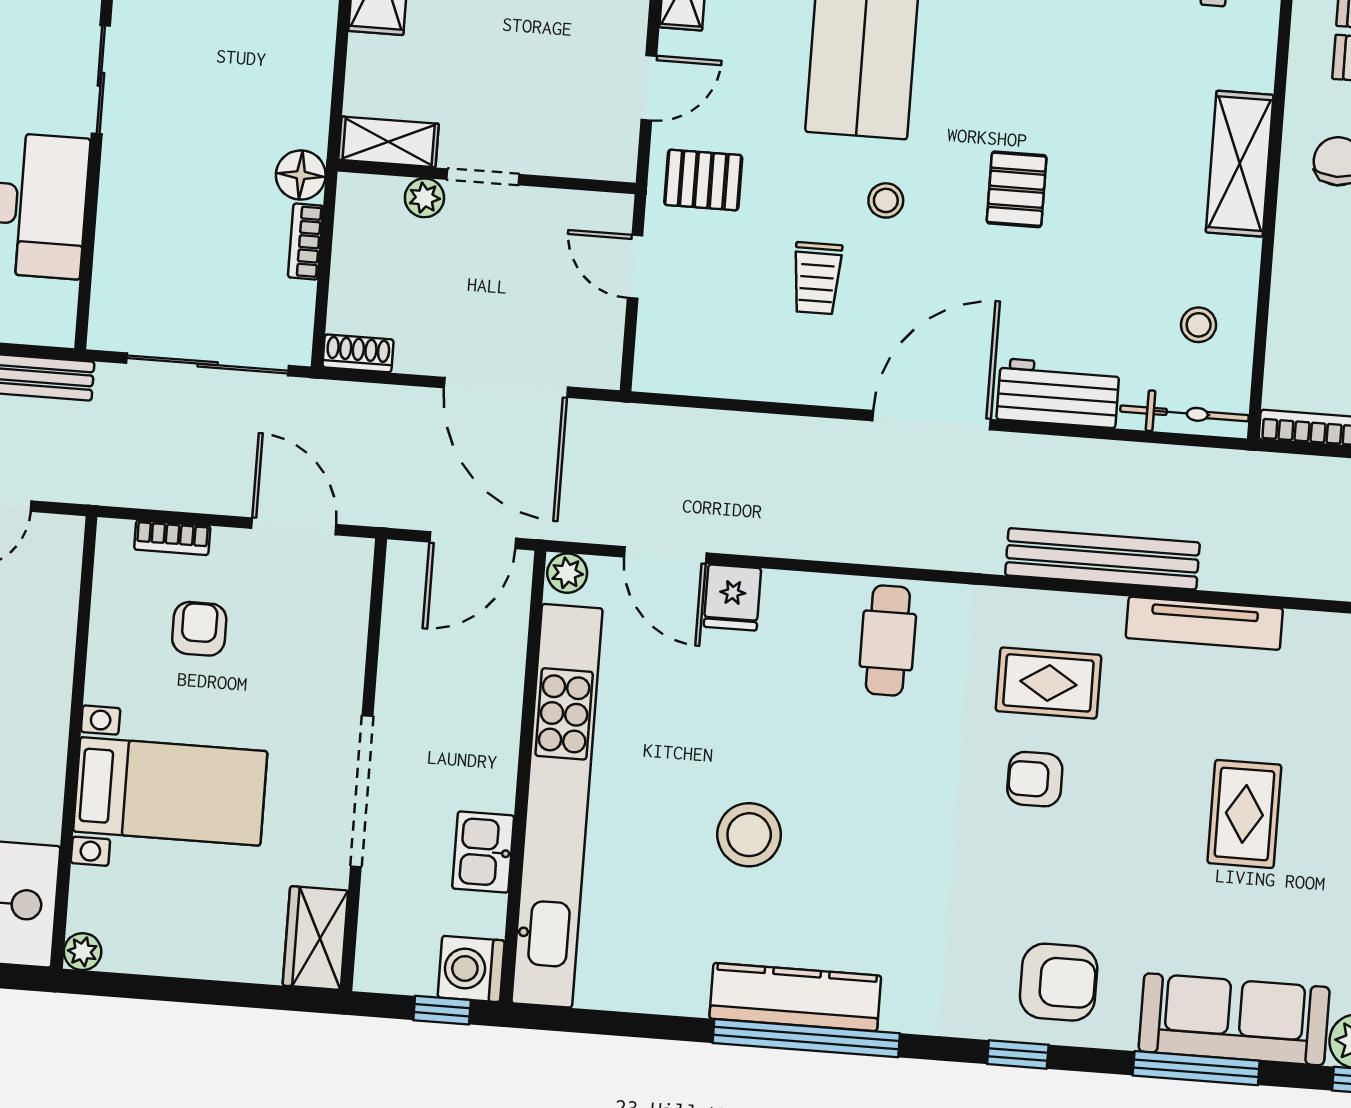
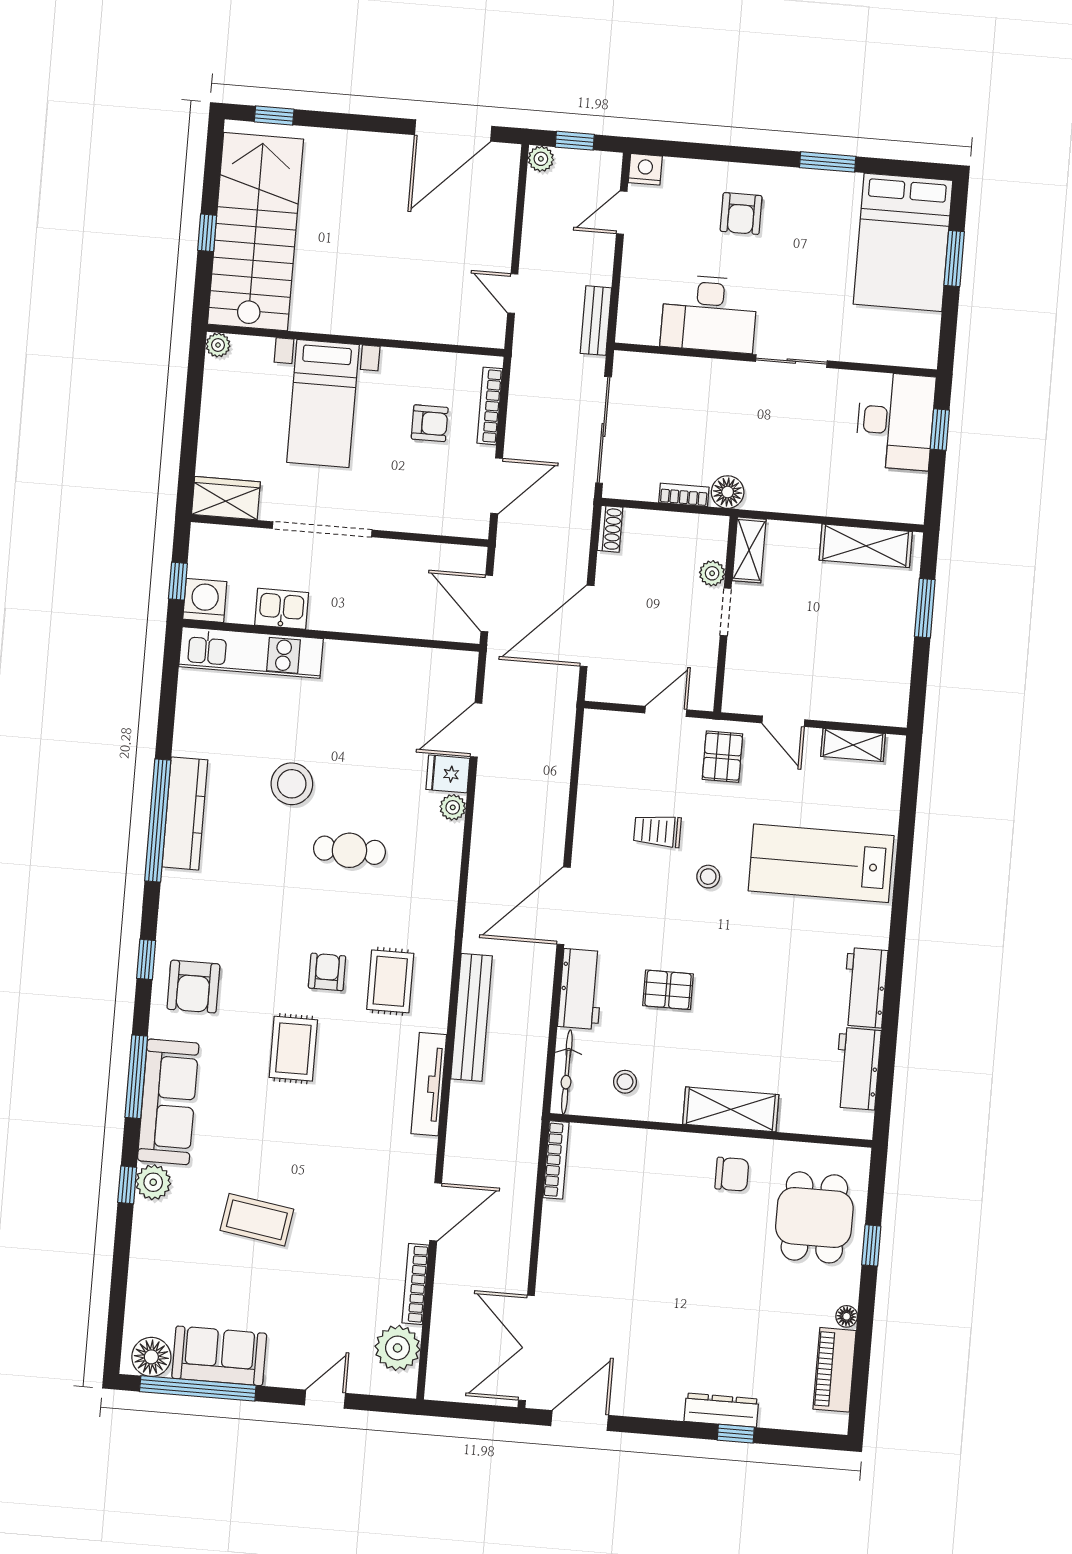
pallet: (1017, 189) -> (668, 990), moved
door: (932, 420) -> (564, 906), swing flipped
bookcase: (172, 538) -> (490, 406), width x1.56
plant: (567, 573) -> (453, 807), moved
cafe table: (888, 640) -> (349, 850), moved
kitchen unit: (557, 806) -> (251, 653), width x0.54
rug: (1244, 814) -> (293, 1049), moved, turned 90

